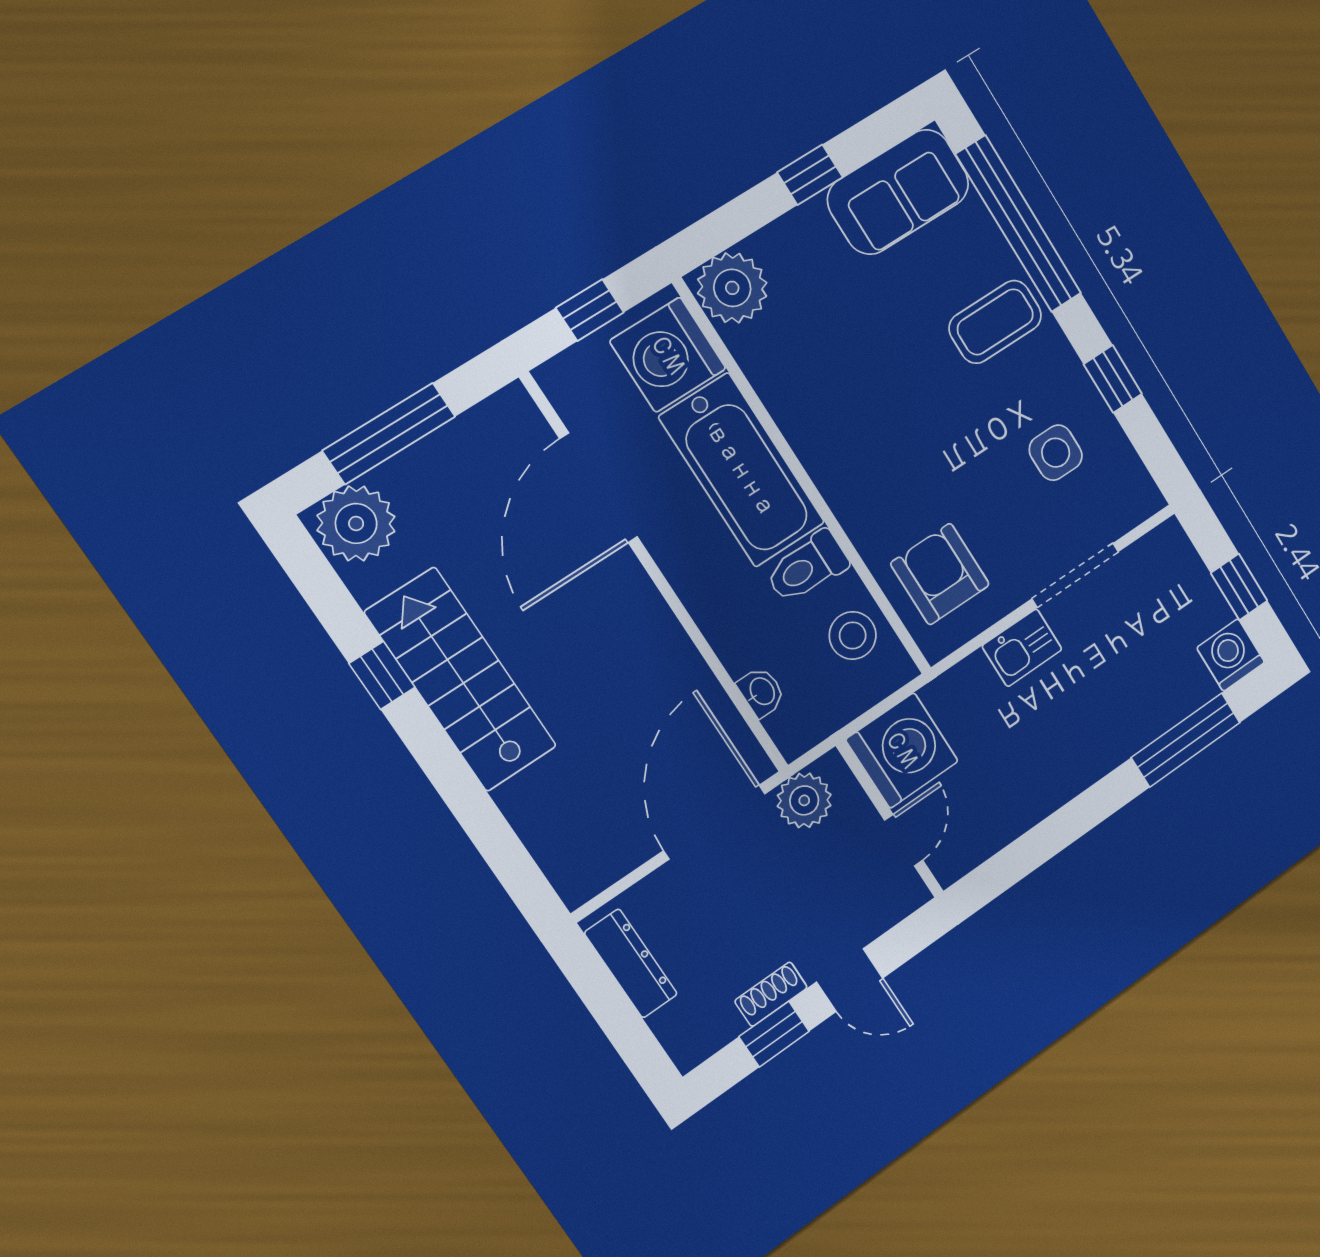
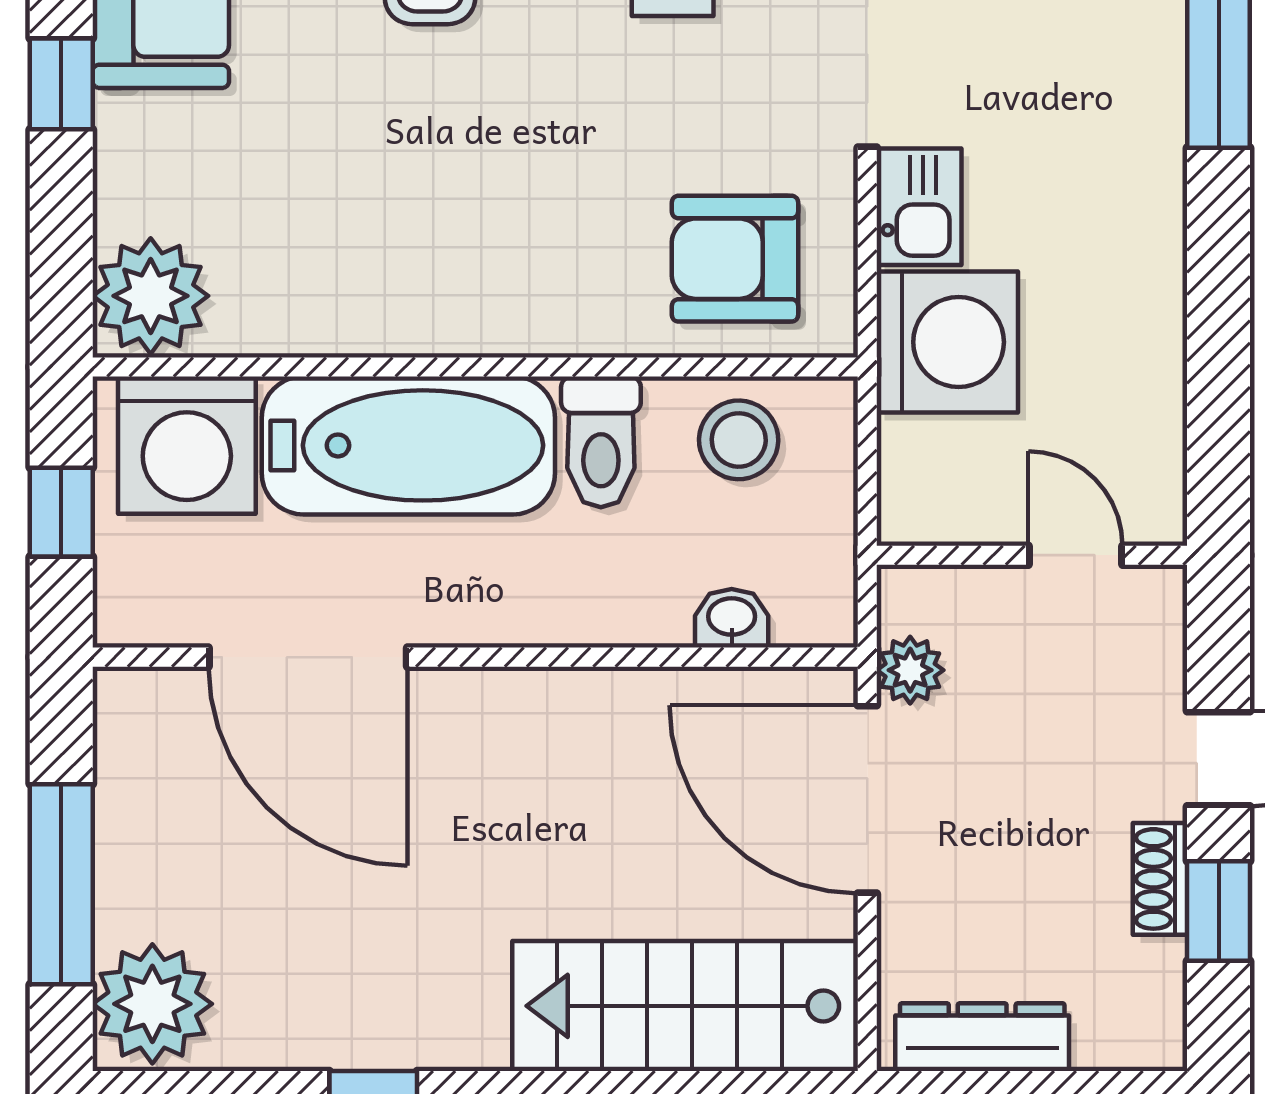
stairs: (461, 680) -> (685, 1006), moved
washing machine: (902, 750) -> (947, 342), moved, turned 90
plant: (804, 800) -> (910, 670), width x0.73, depth x0.73

